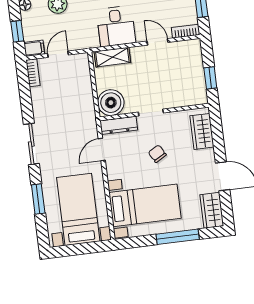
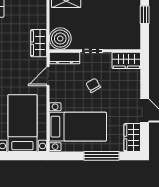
window: (210, 78) -> (145, 15), moved
wardrobe: (86, 111) -> (39, 43), added
wardrobe: (202, 131) -> (126, 60), moved, turned -90

